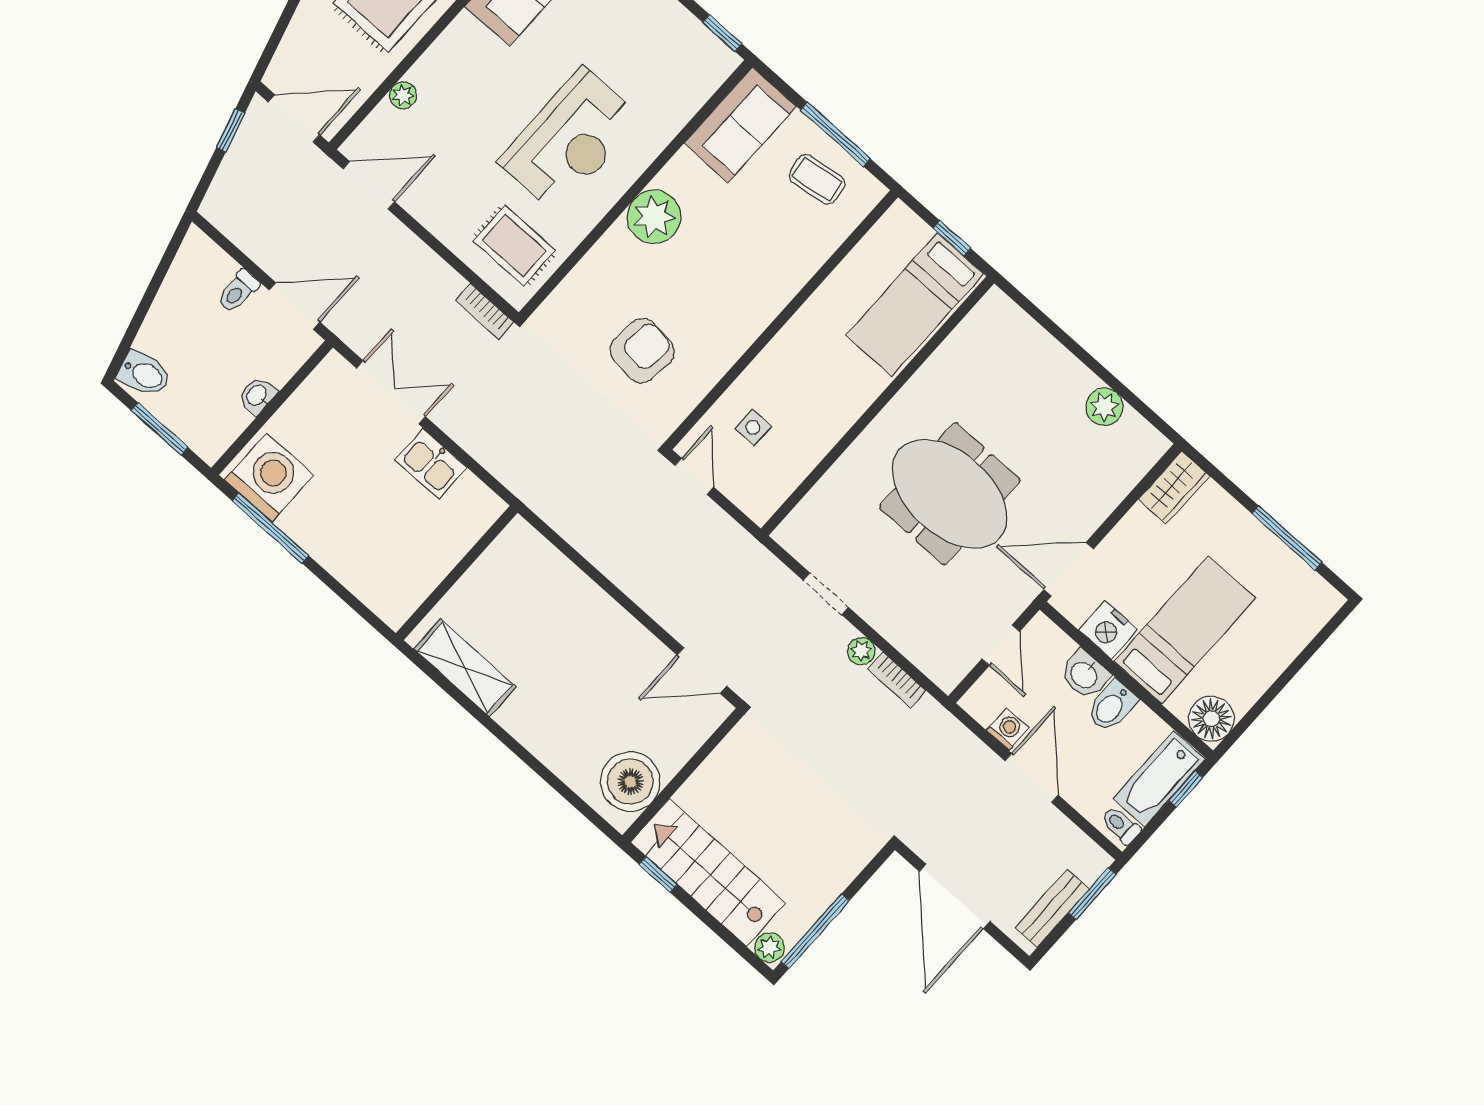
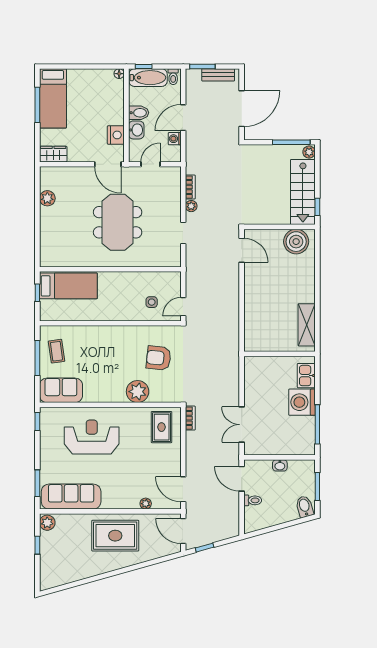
reception desk: (570, 140) -> (92, 437), moved
plant: (654, 217) -> (138, 392), moved
kitchen sink: (431, 464) -> (306, 376), moved, turned 180
washing machine: (269, 478) -> (302, 402), moved
bed: (1185, 630) -> (53, 98), moved, turned -90
floor lamp: (1211, 719) -> (119, 74), width x0.53, depth x0.53

